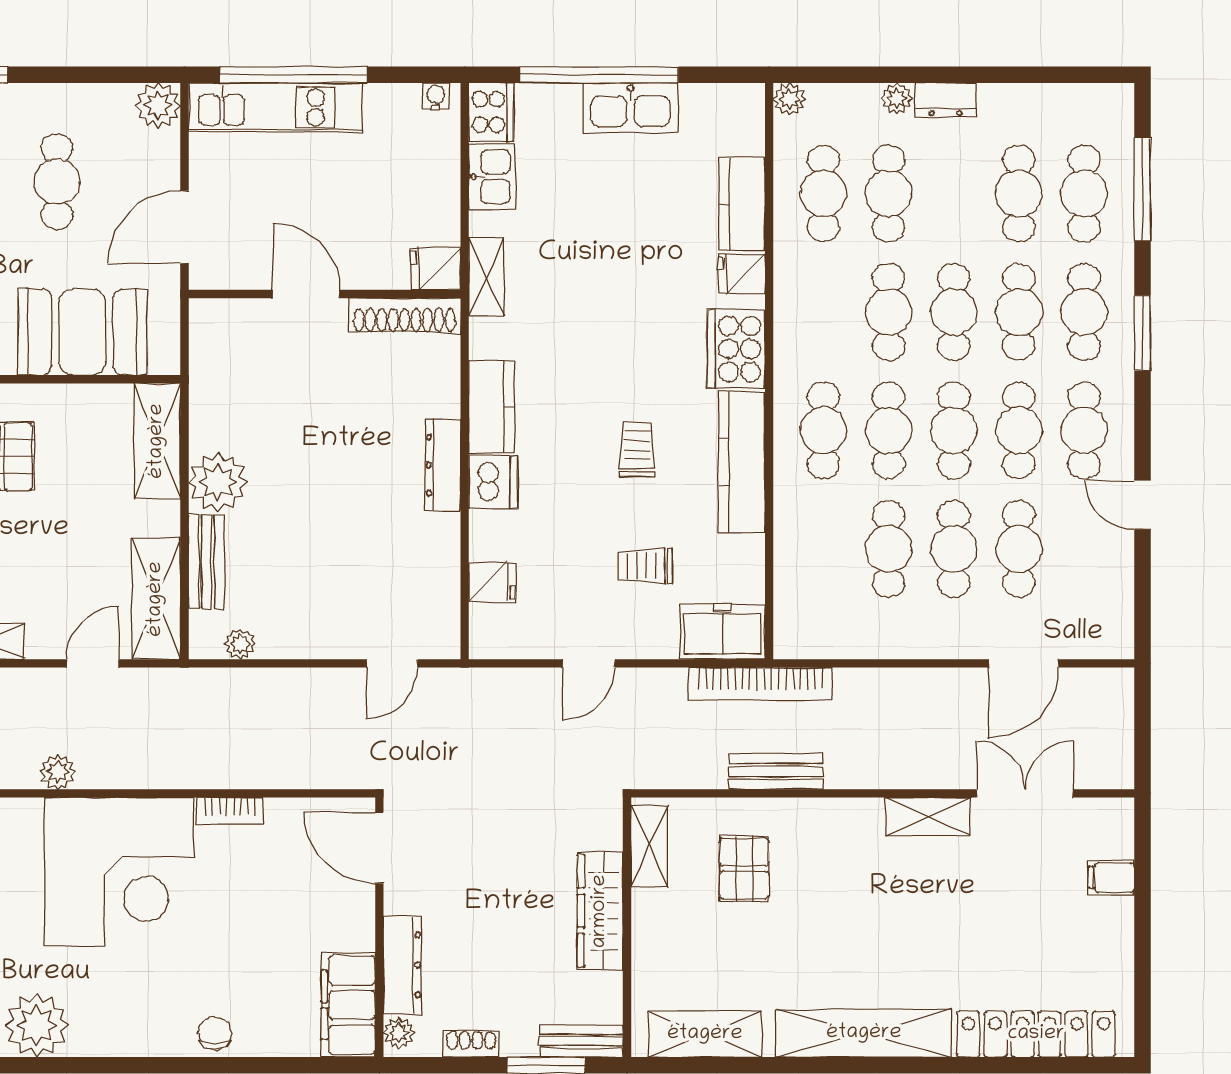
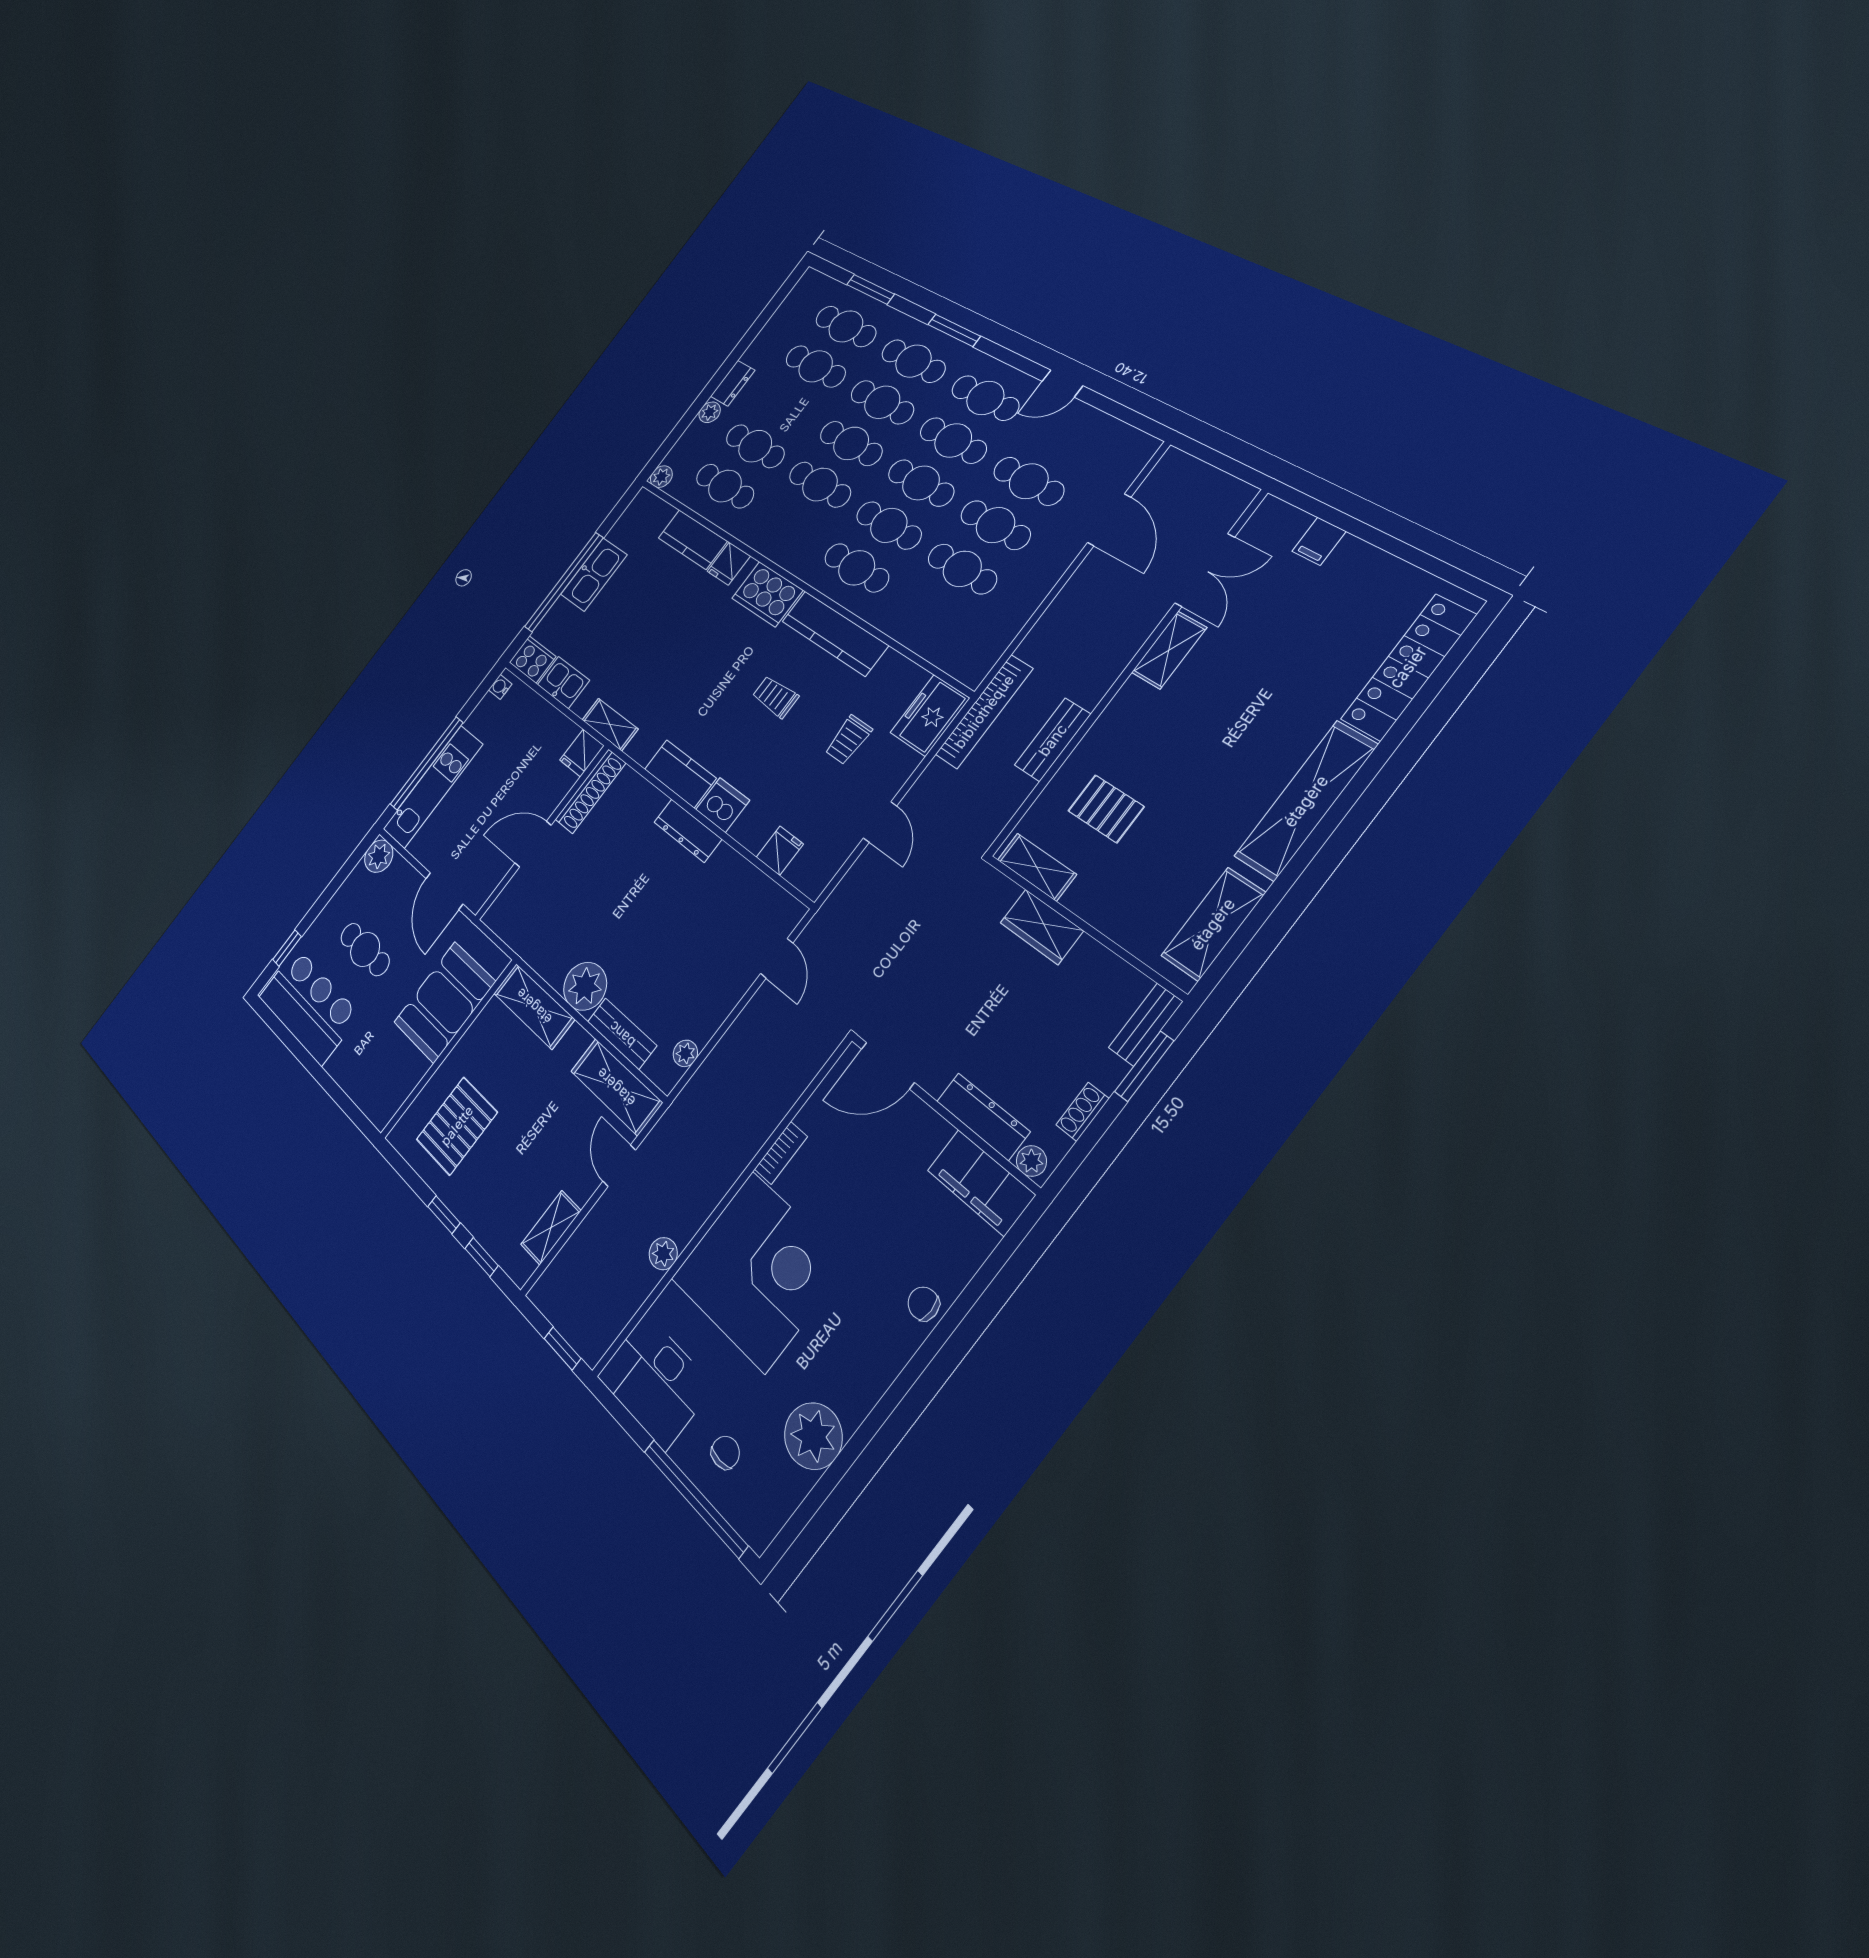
window: (1143, 189) -> (871, 289), width x0.69
double door: (1025, 793) -> (1205, 570), swing flipped
wardrobe: (600, 911) -> (1042, 927), width x0.67

